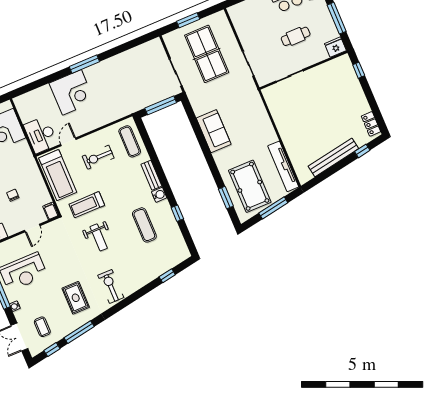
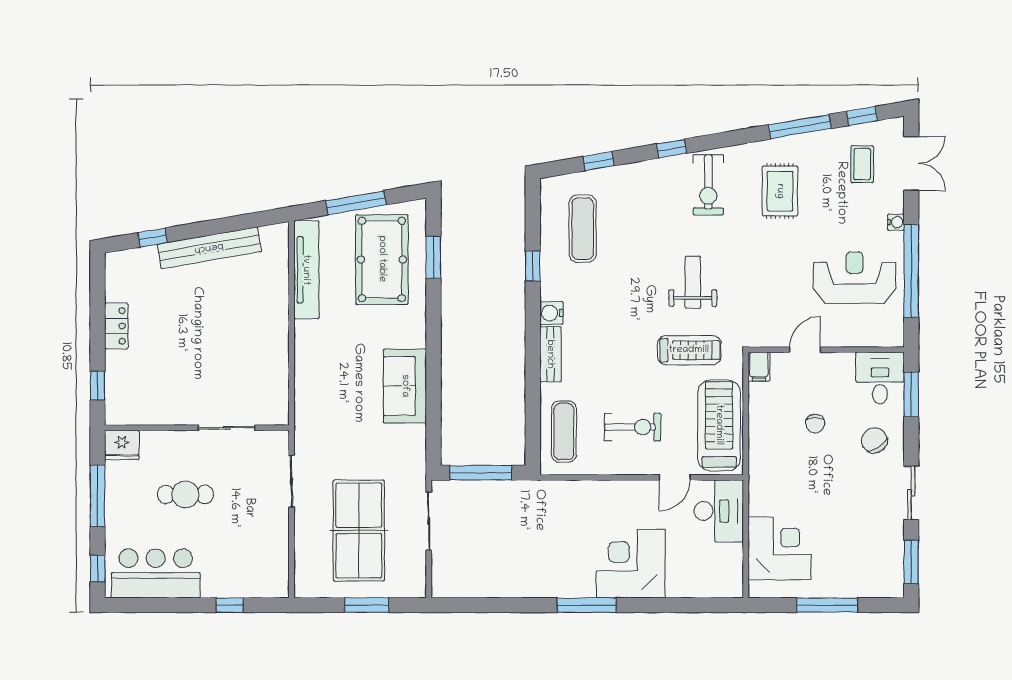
locker: (371, 124) -> (116, 326), moved
exercise mat: (144, 225) -> (583, 229), moved
window: (135, 296) -> (672, 149), added

